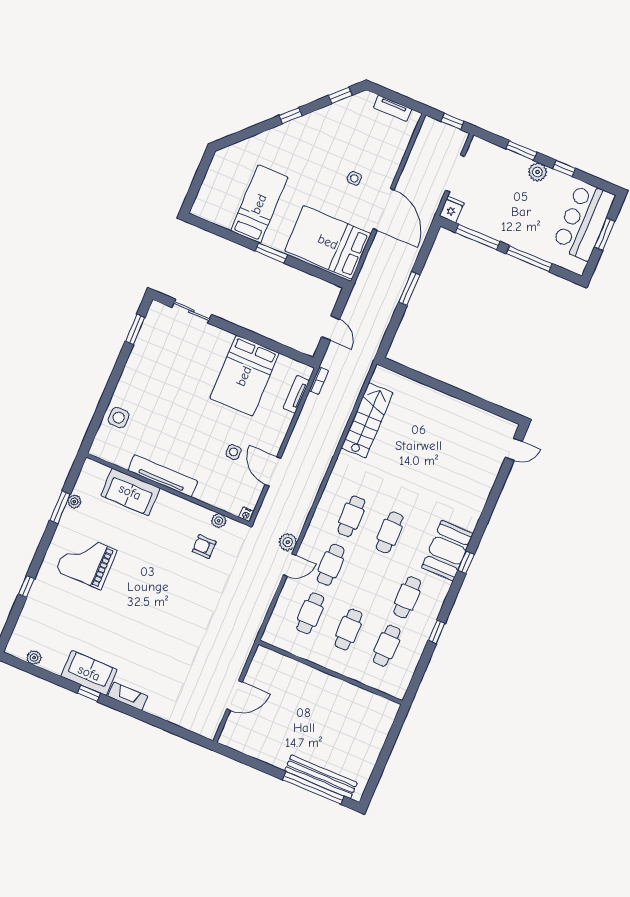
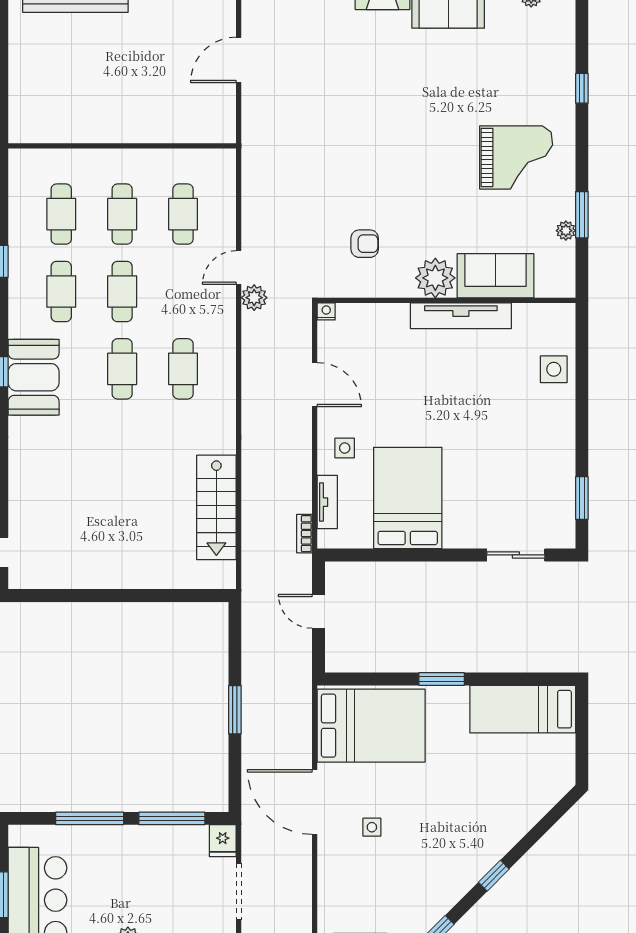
bed: (259, 204) -> (523, 709), moved, turned 90
side table: (234, 452) -> (345, 448), moved
plant: (219, 521) -> (435, 278), moved, width x1.87, depth x1.87
cafe table: (331, 565) -> (122, 291), moved

